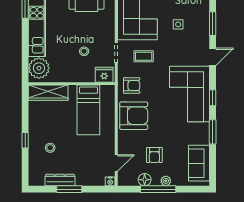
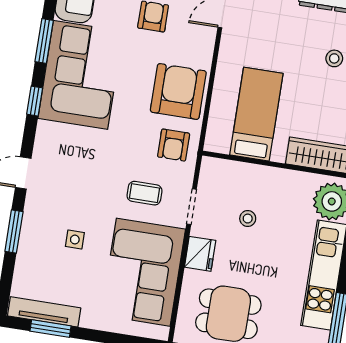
fridge: (104, 75) -> (200, 254), moved, turned -90
armchair: (132, 86) -> (174, 145), turned -90
corner sofa: (189, 94) -> (81, 75), moved
armchair: (134, 116) -> (178, 91), turned 90

